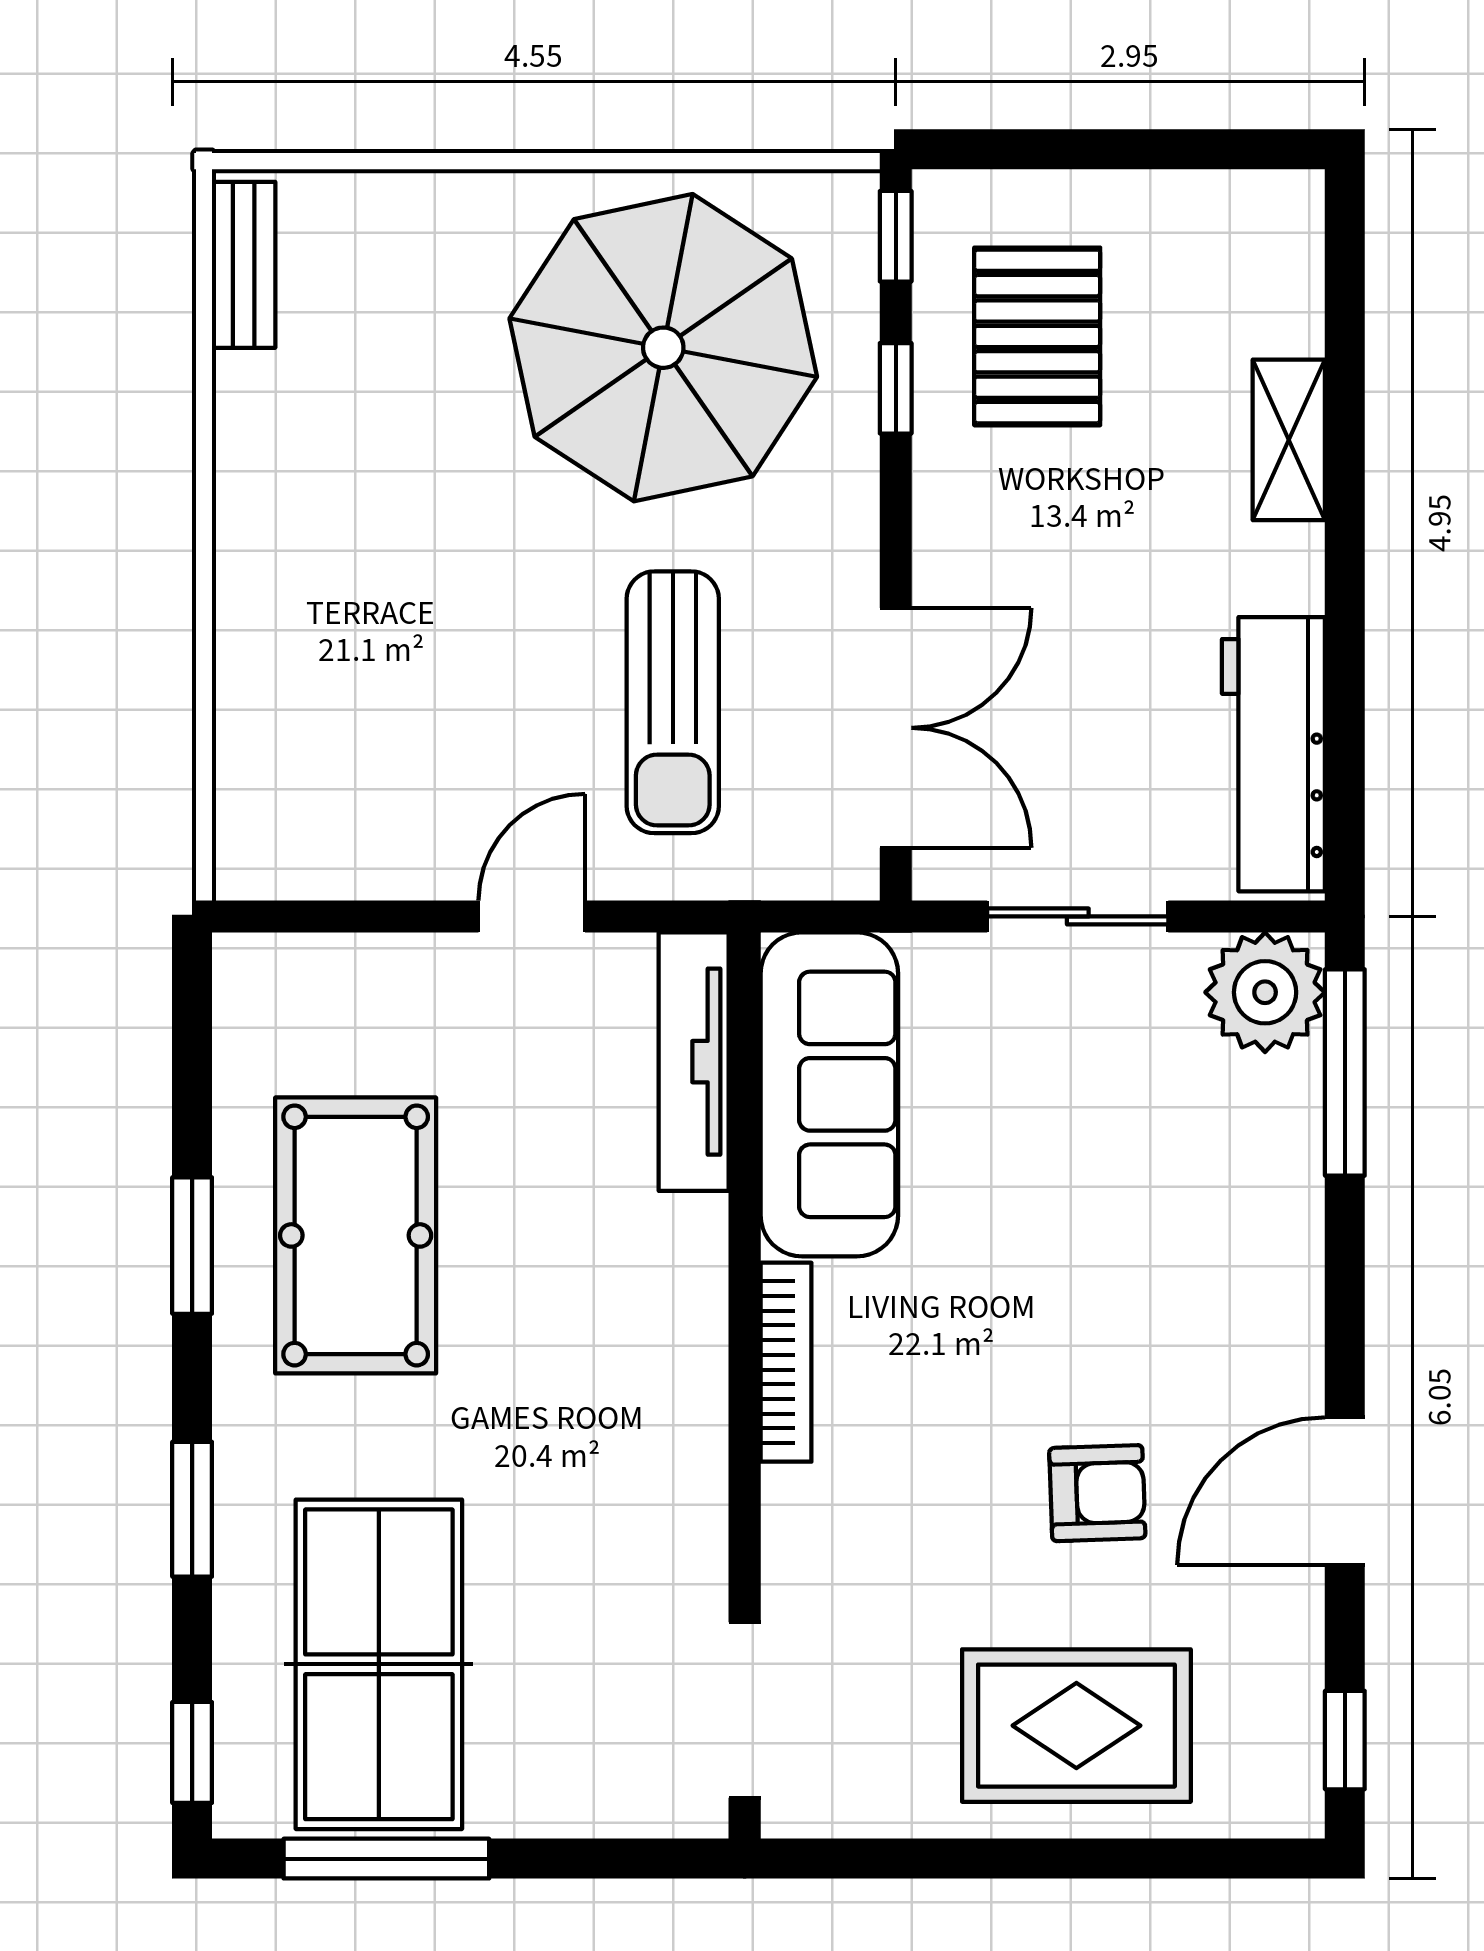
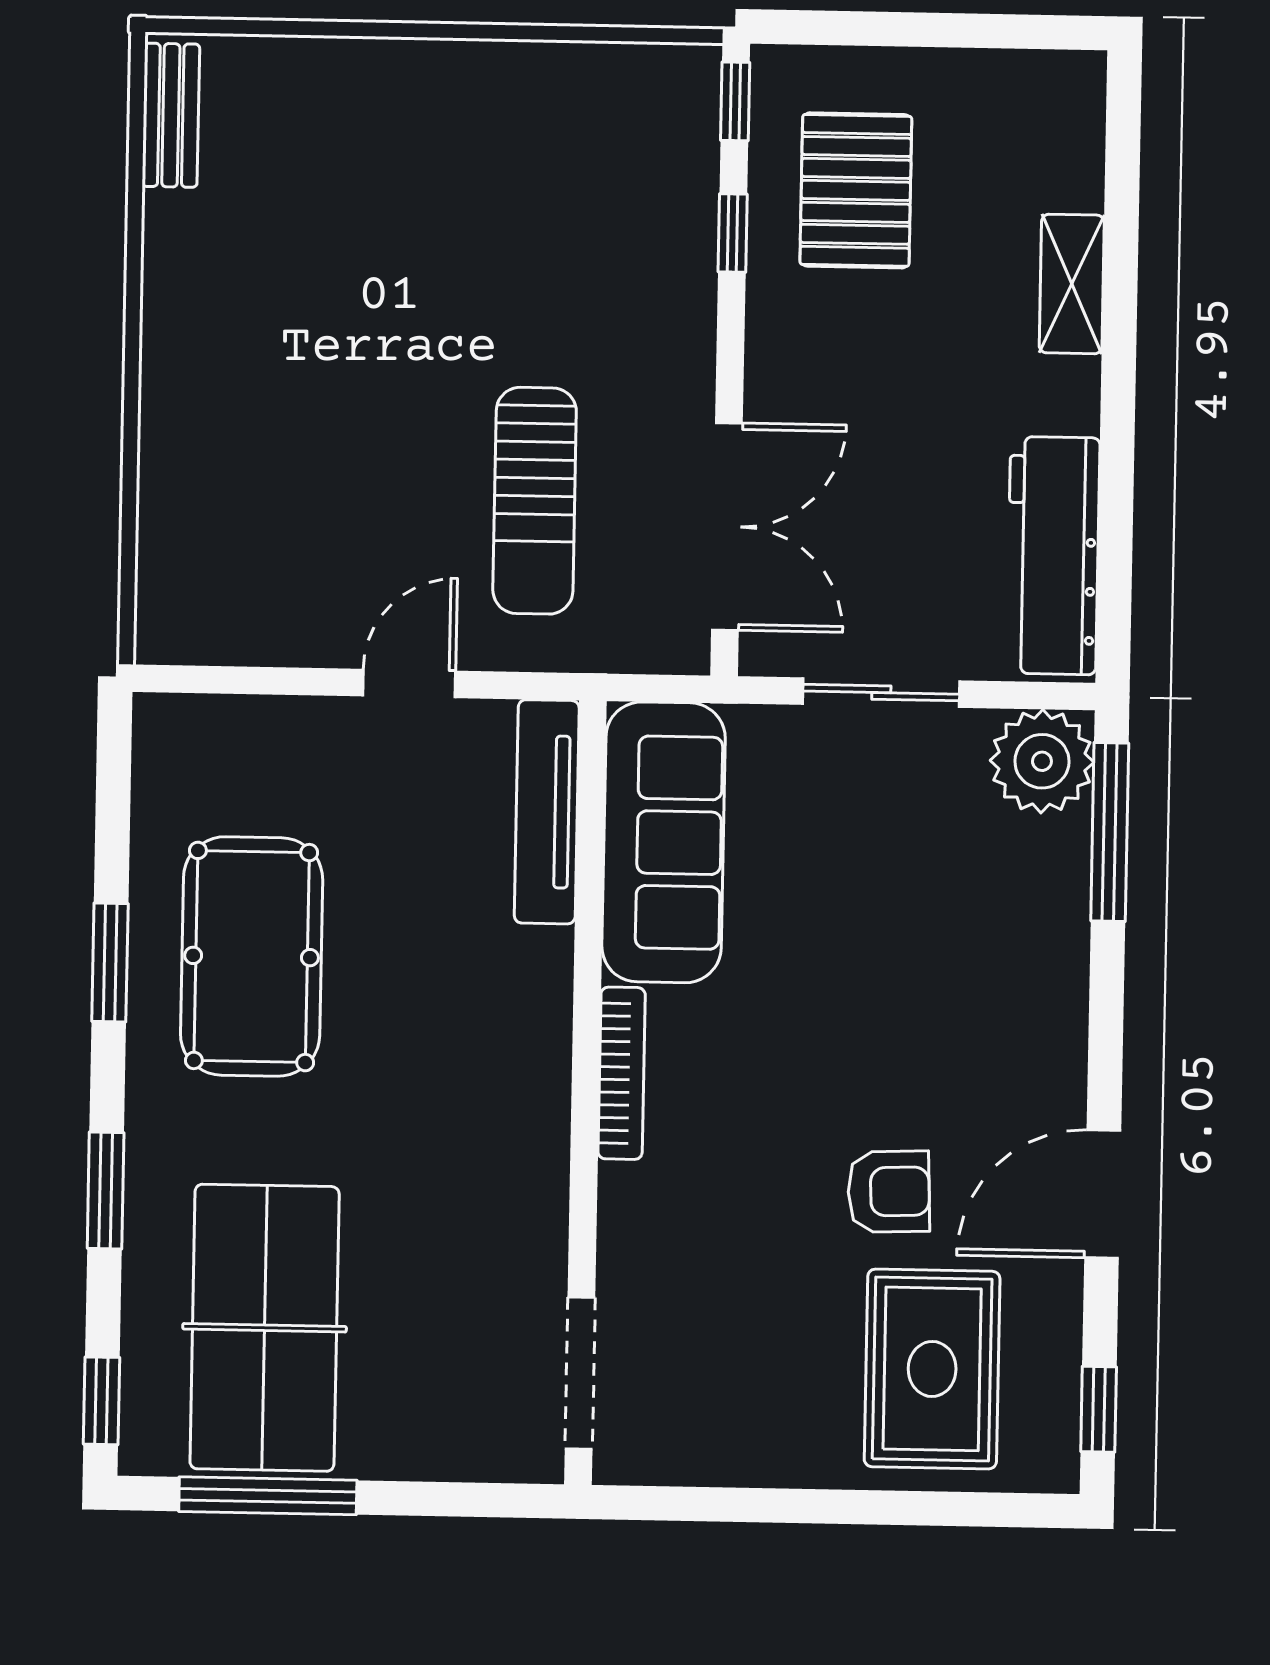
parasol: (663, 348) -> (532, 194), removed
rug: (1076, 1726) -> (932, 1369), moved, turned 90

